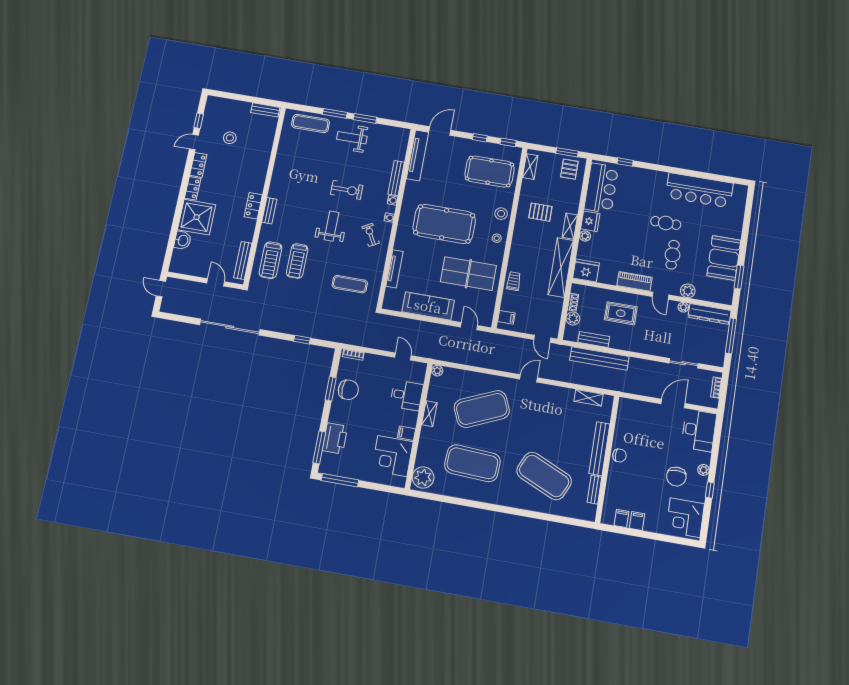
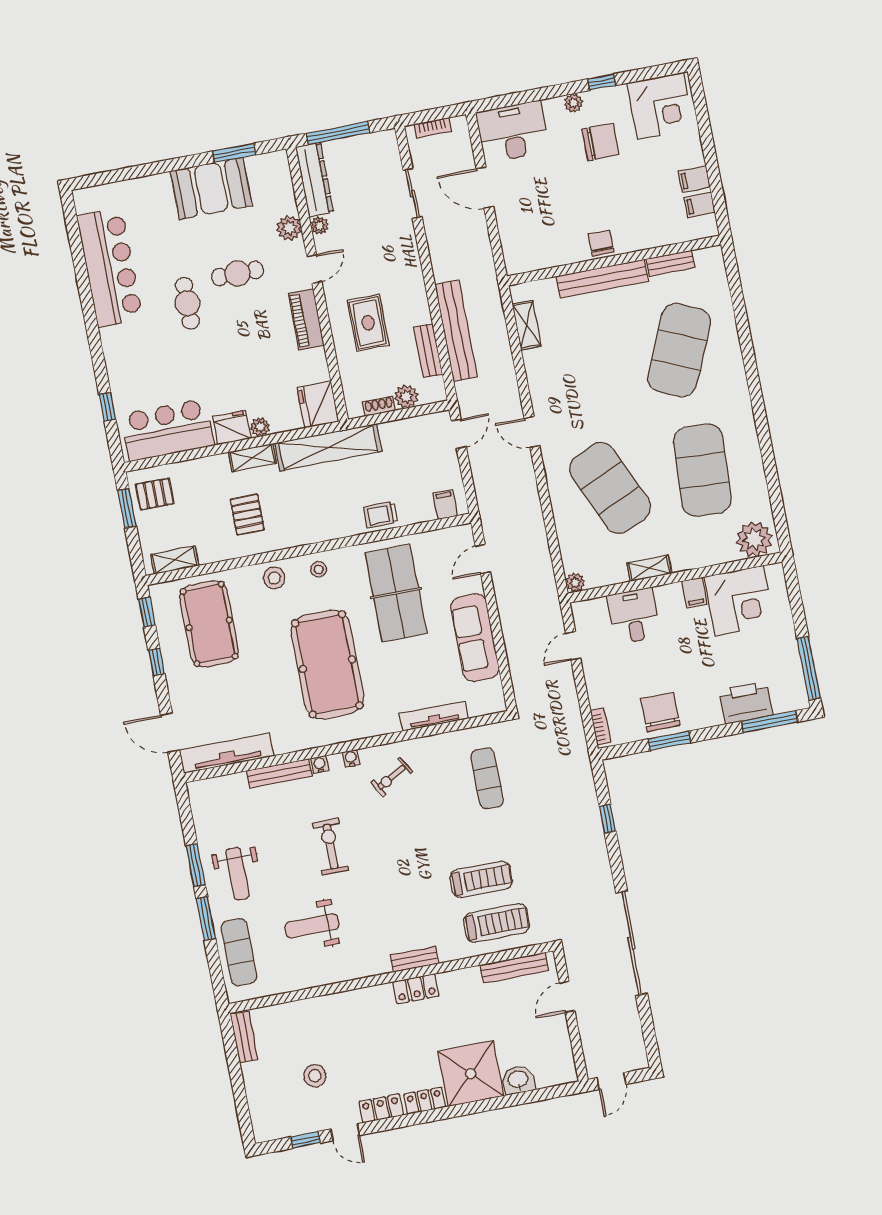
weight bench: (331, 226) -> (312, 926), moved

